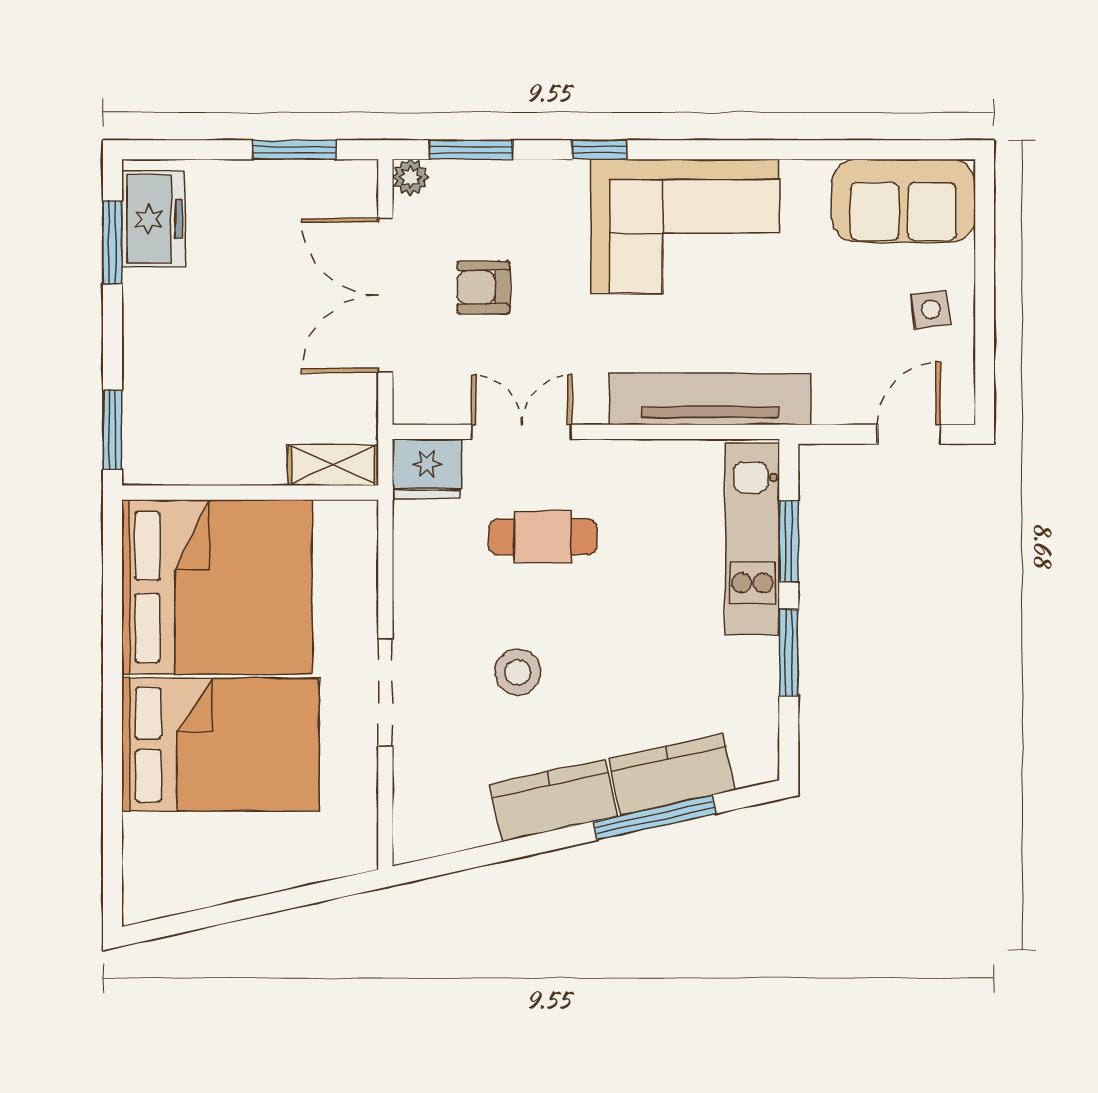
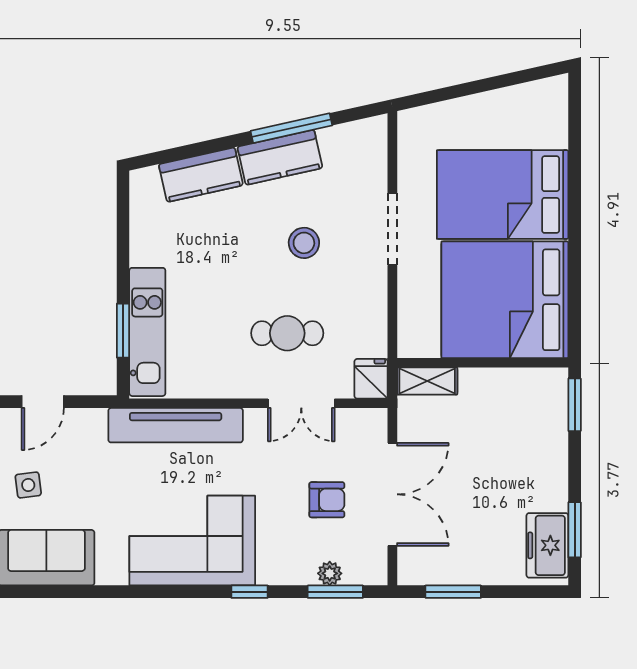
plant: (410, 177) -> (330, 573), moved
fridge: (427, 469) -> (371, 379), width x0.72
window: (789, 653) -> (123, 256), removed
window: (655, 818) -> (291, 128), moved

